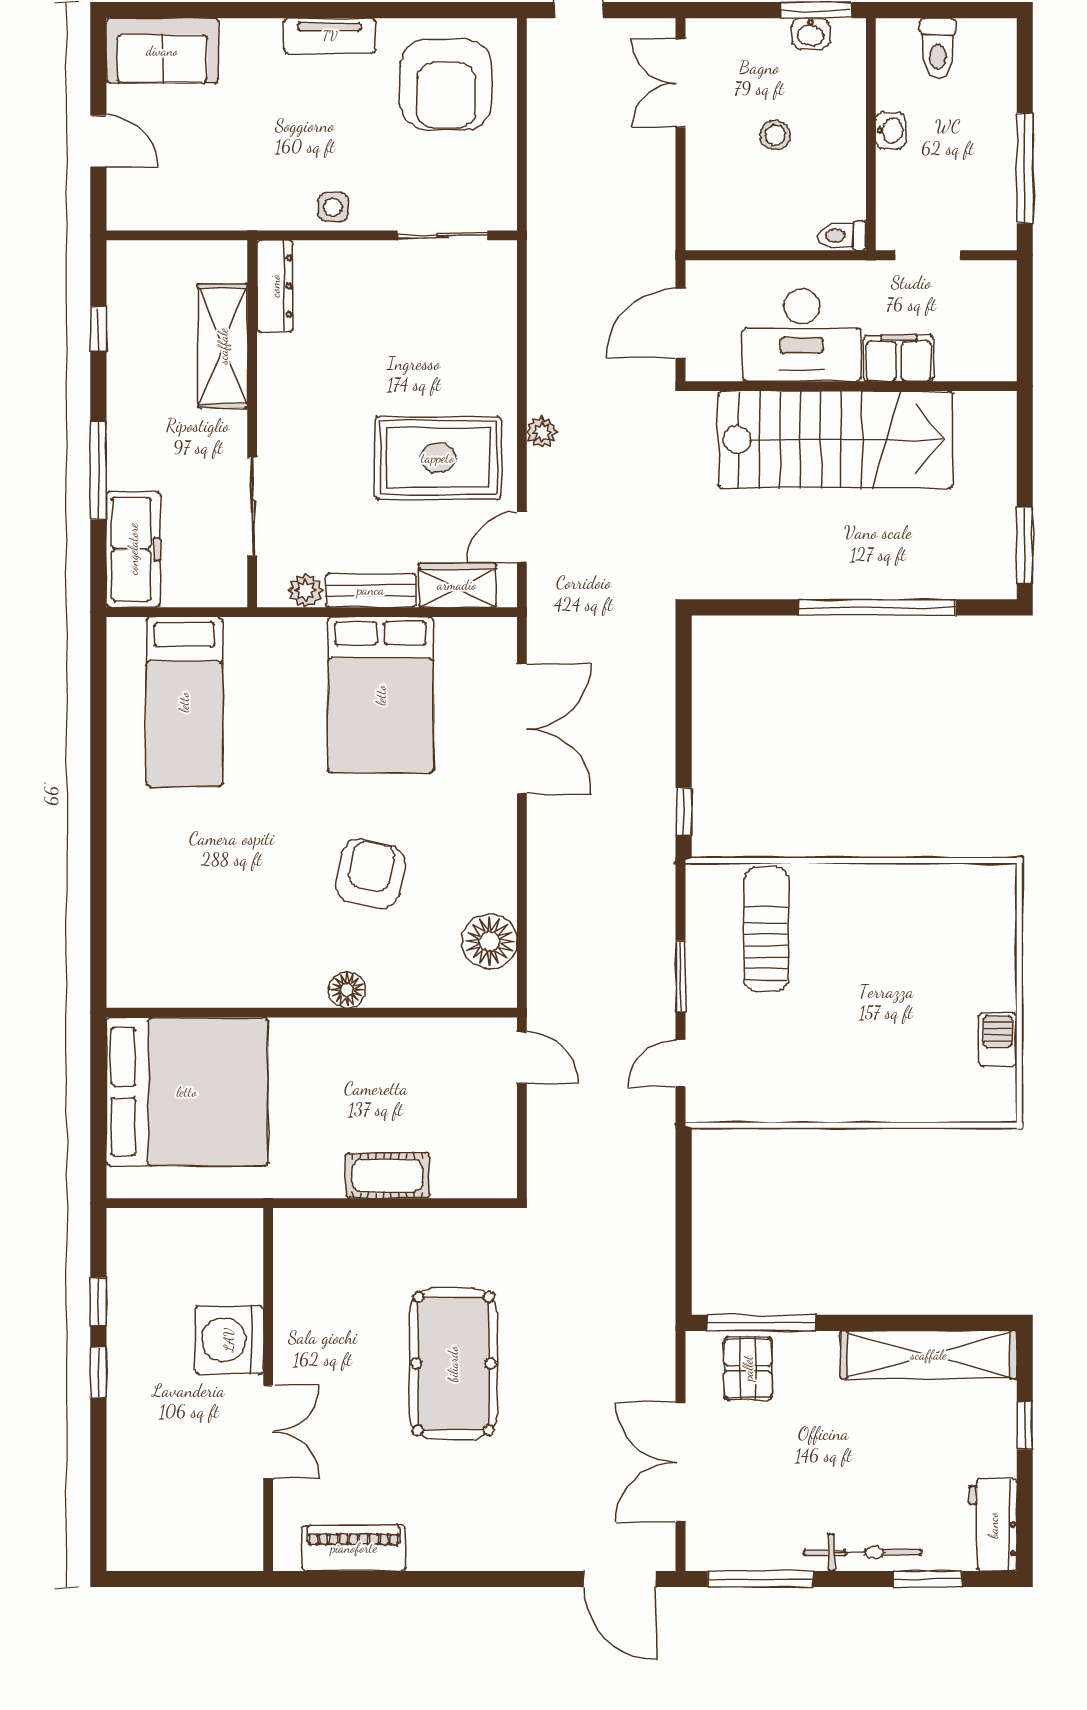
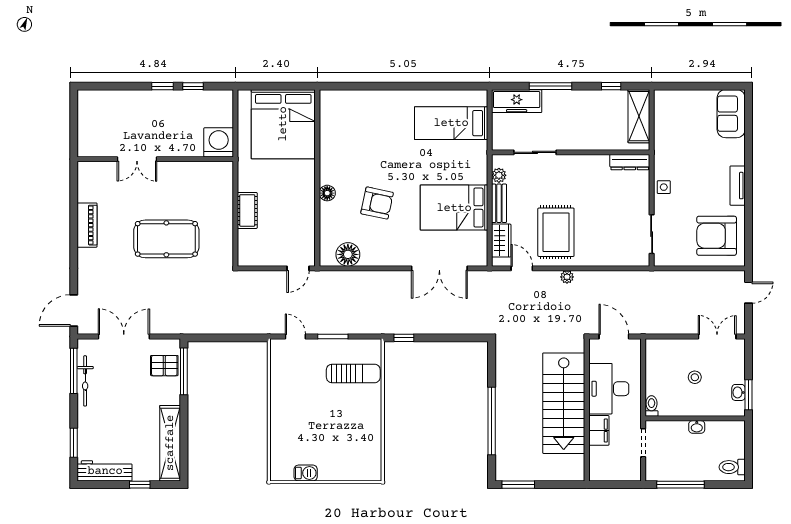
toilet: (938, 48) -> (732, 467), moved
door: (98, 141) -> (692, 86), removed
shelving: (223, 346) -> (639, 116), moved, turned 90
washing machine: (229, 1340) -> (219, 142), moved
workbench: (993, 1525) -> (105, 471), width x1.38
piano: (354, 1548) -> (87, 225), moved
bicycle: (862, 1553) -> (85, 381), moved

